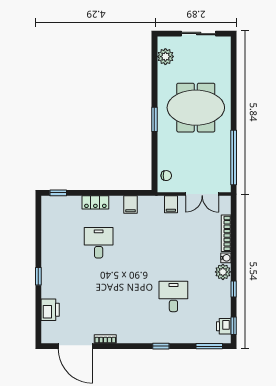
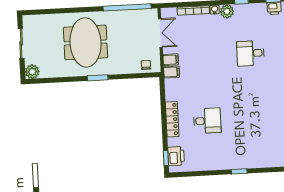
plant: (165, 57) -> (32, 72), moved
locker: (95, 202) -> (172, 119), width x1.53
filing cabinet: (131, 205) -> (172, 72), moved
desk: (99, 243) -> (207, 121), turned 180
printer: (50, 310) -> (176, 156), moved, turned 90

